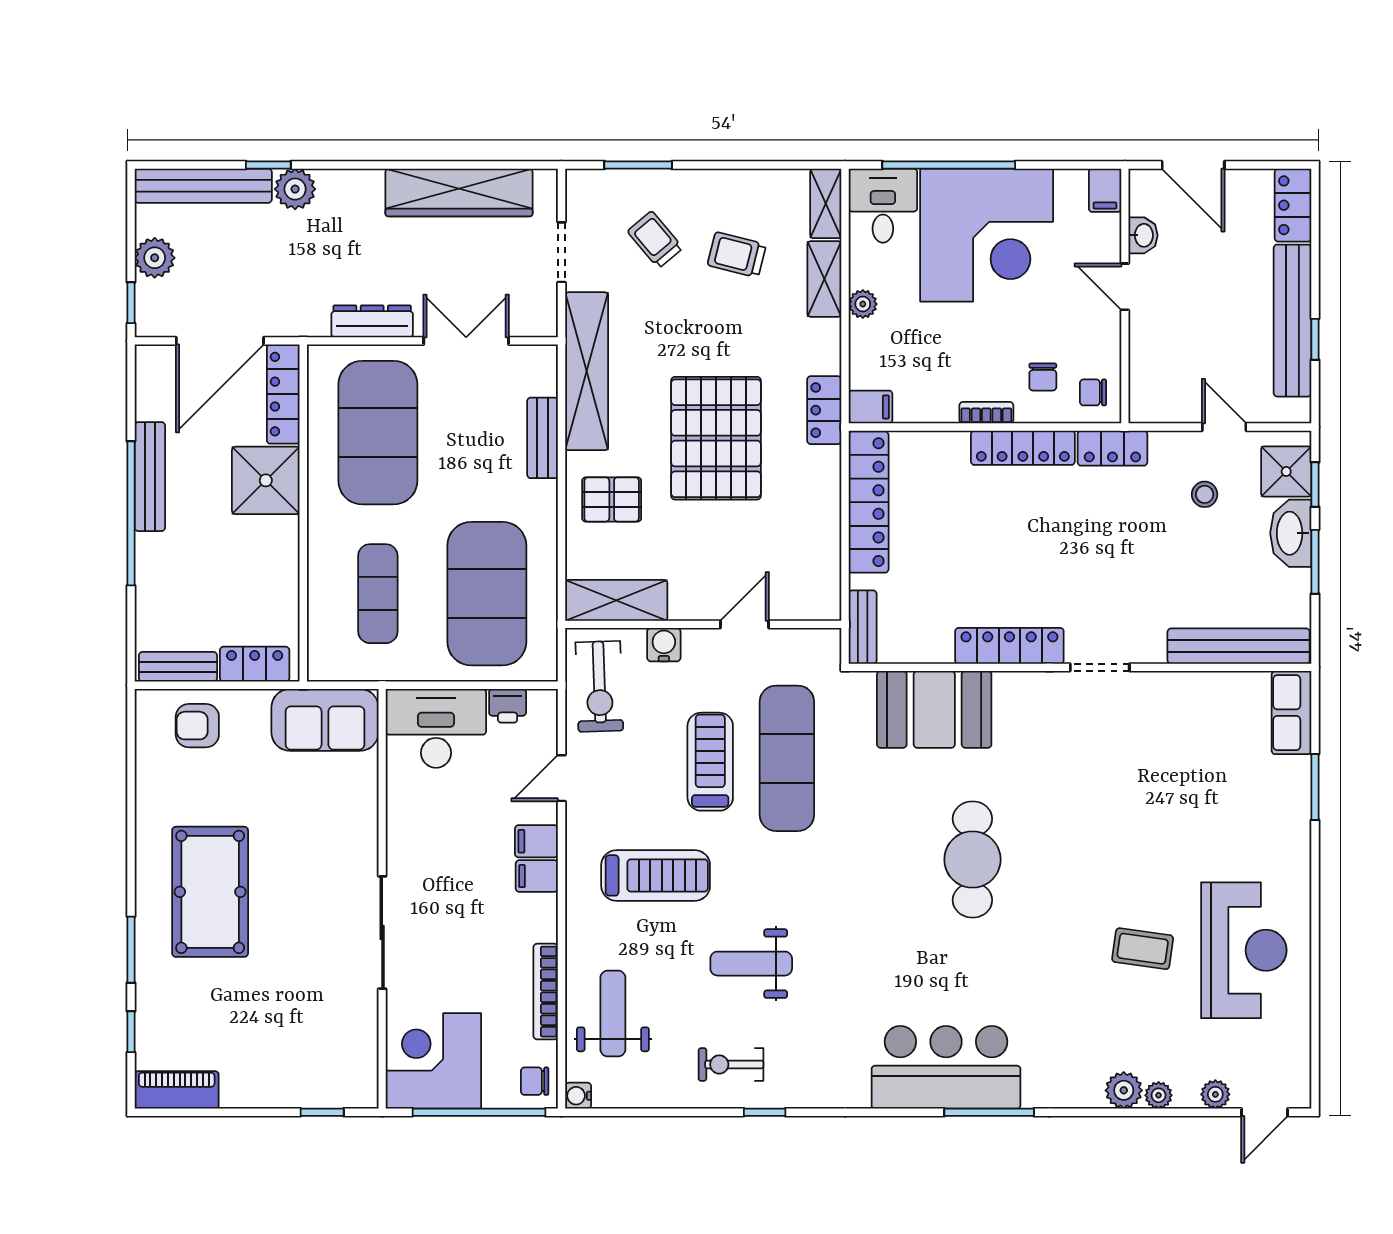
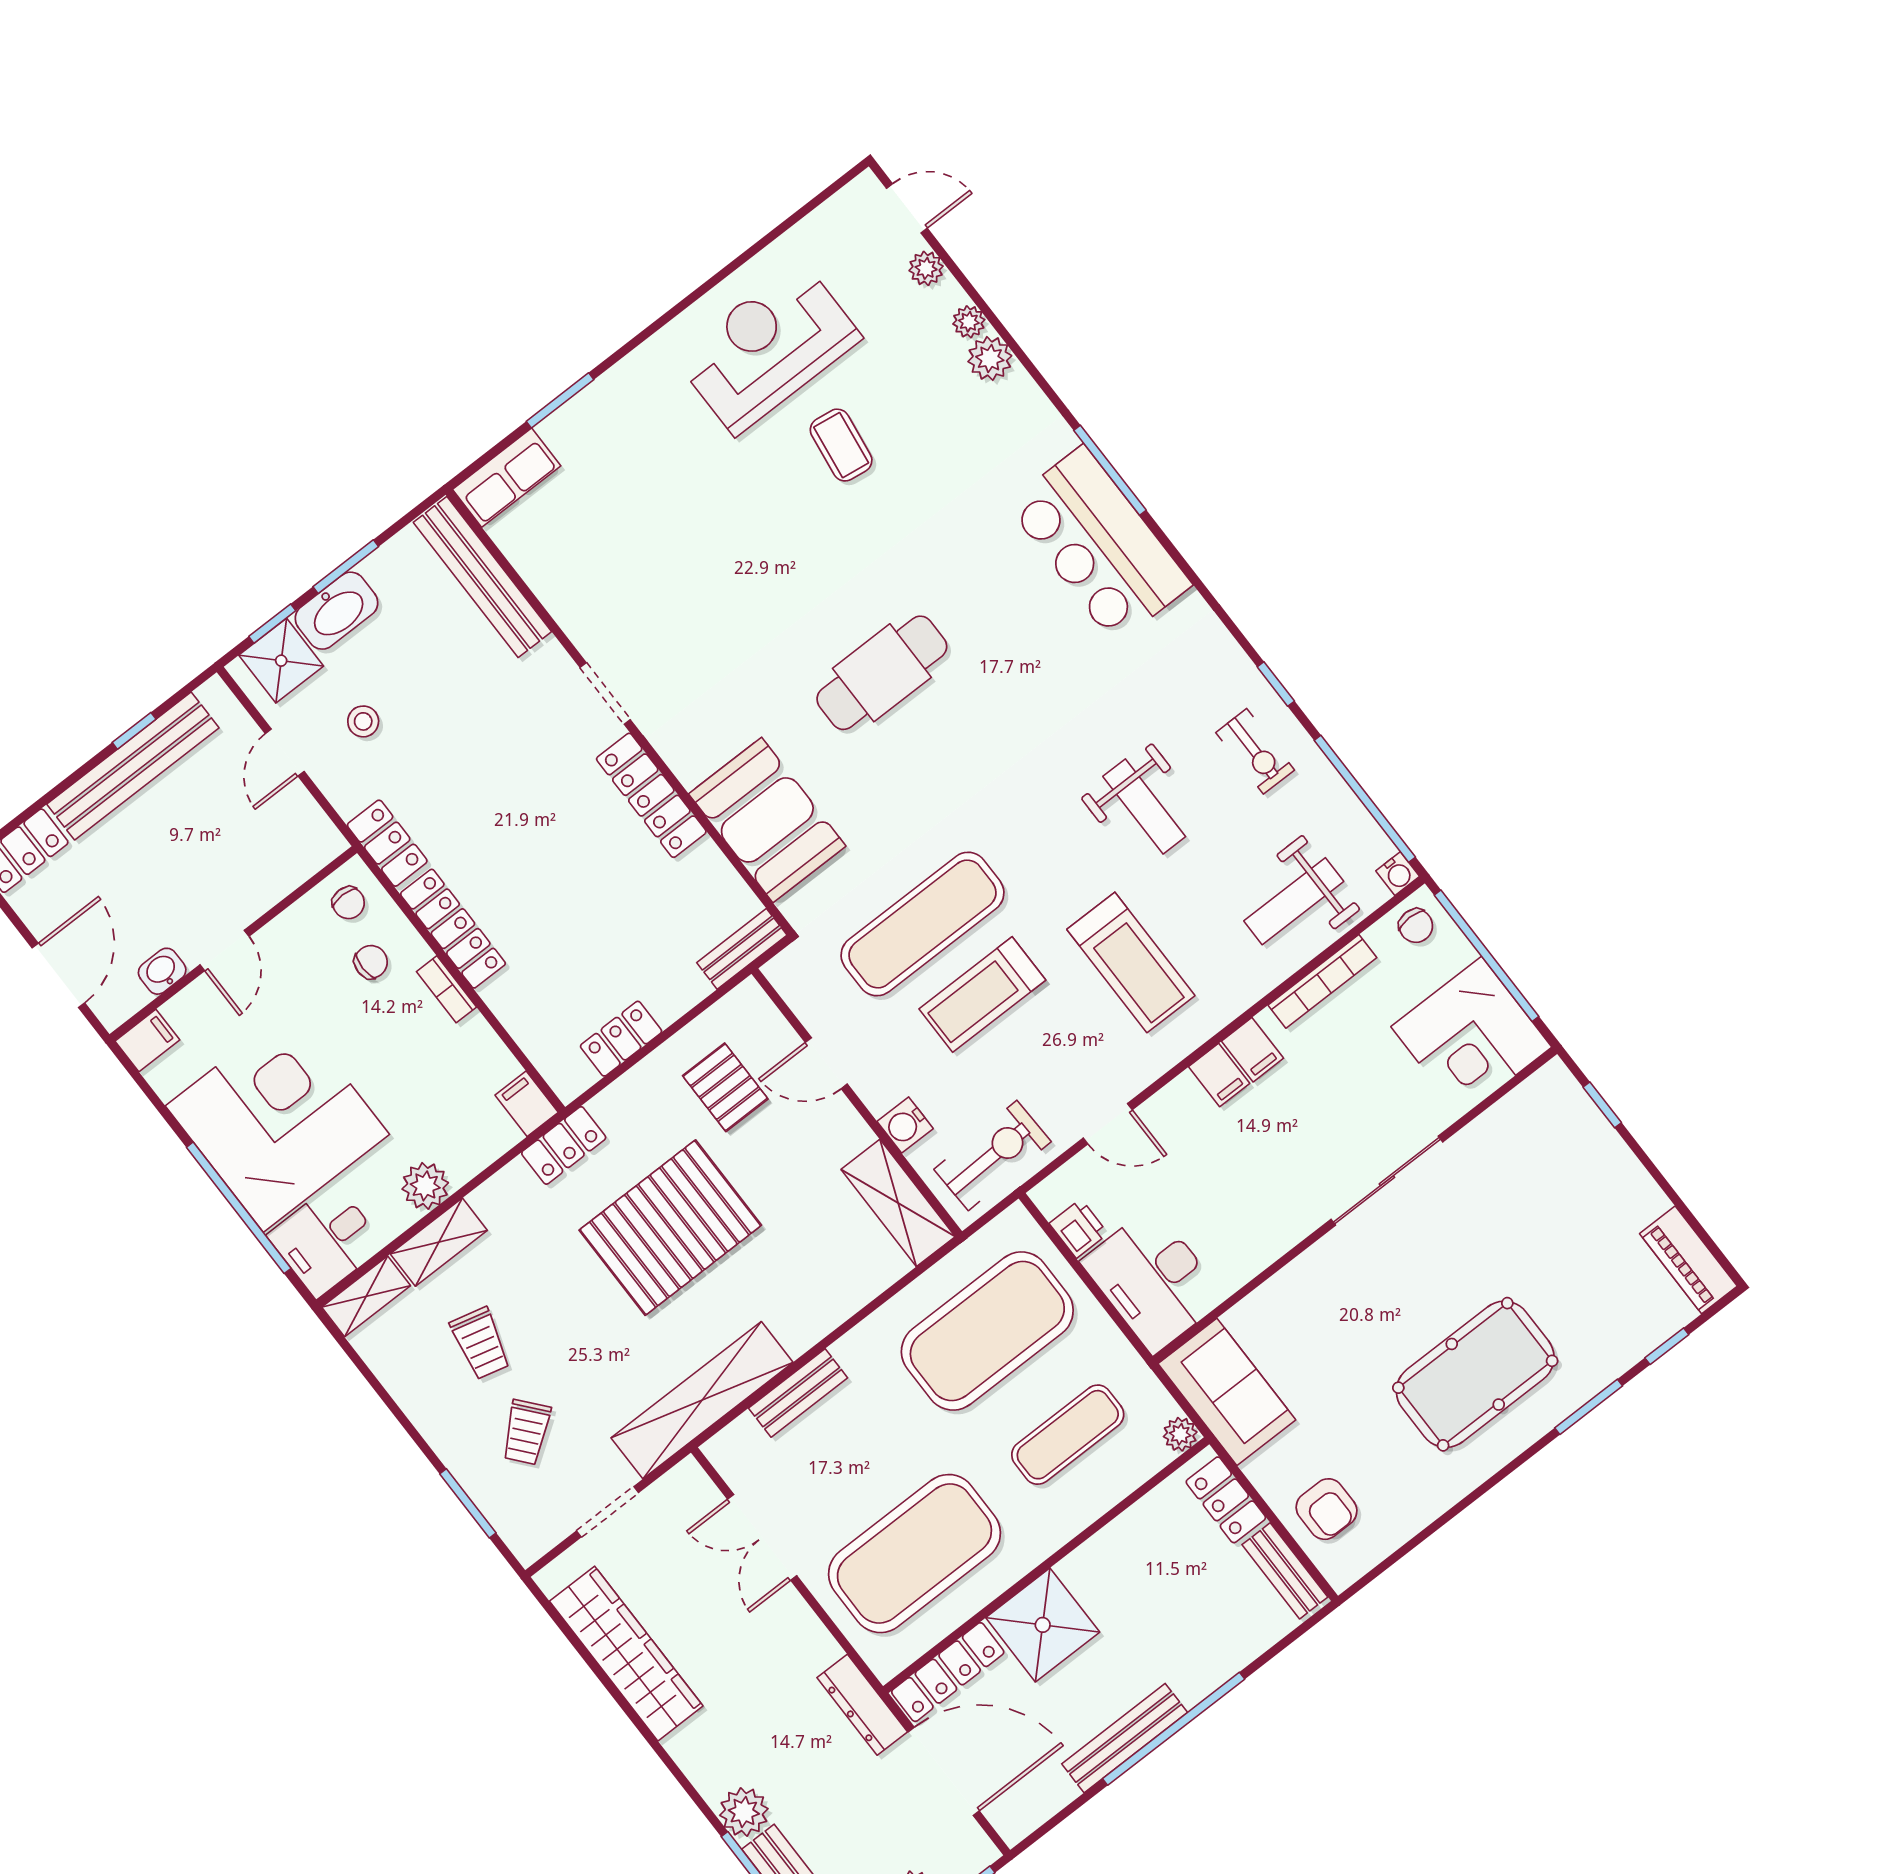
plant: (863, 304) -> (425, 1186), width x1.38, depth x1.38
dresser: (372, 321) -> (862, 1705), moved
pallet: (612, 499) -> (725, 1087), moved
locker: (869, 502) -> (621, 1039), width x0.46, depth x0.83
plant: (321, 668) -> (1180, 1434), added
filing cabinet: (536, 841) -> (1253, 1050), moved
treadmill: (656, 875) -> (1131, 962), turned 180
window: (644, 1112) -> (1365, 799), added

